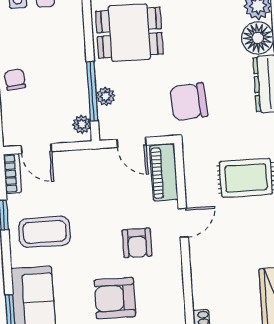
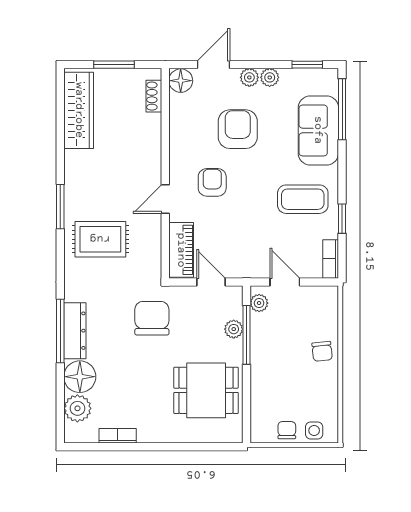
chair: (189, 102) -> (152, 318), turned -85
door: (36, 149) -> (285, 282), moved
armchair: (115, 298) -> (238, 129), turned -90

